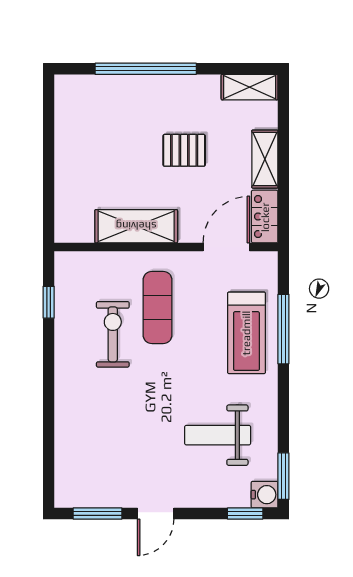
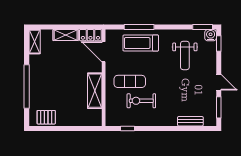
pallet: (184, 150) -> (46, 117), moved, turned 90
treadmill: (246, 333) -> (141, 43), turned 180
bench: (65, 448) -> (190, 121), added

